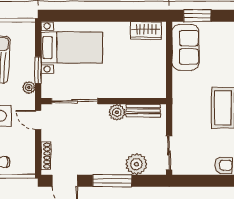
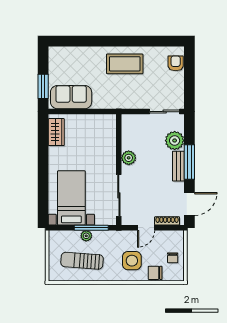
window: (38, 70) -> (91, 228), width x1.44
plant: (29, 87) -> (86, 236), moved
bench: (143, 111) -> (178, 166), moved
door: (38, 120) -> (146, 228), moved

